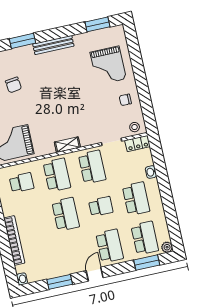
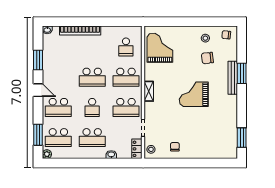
bench: (53, 45) -> (233, 78), moved
grand piano: (108, 66) -> (194, 94), moved

